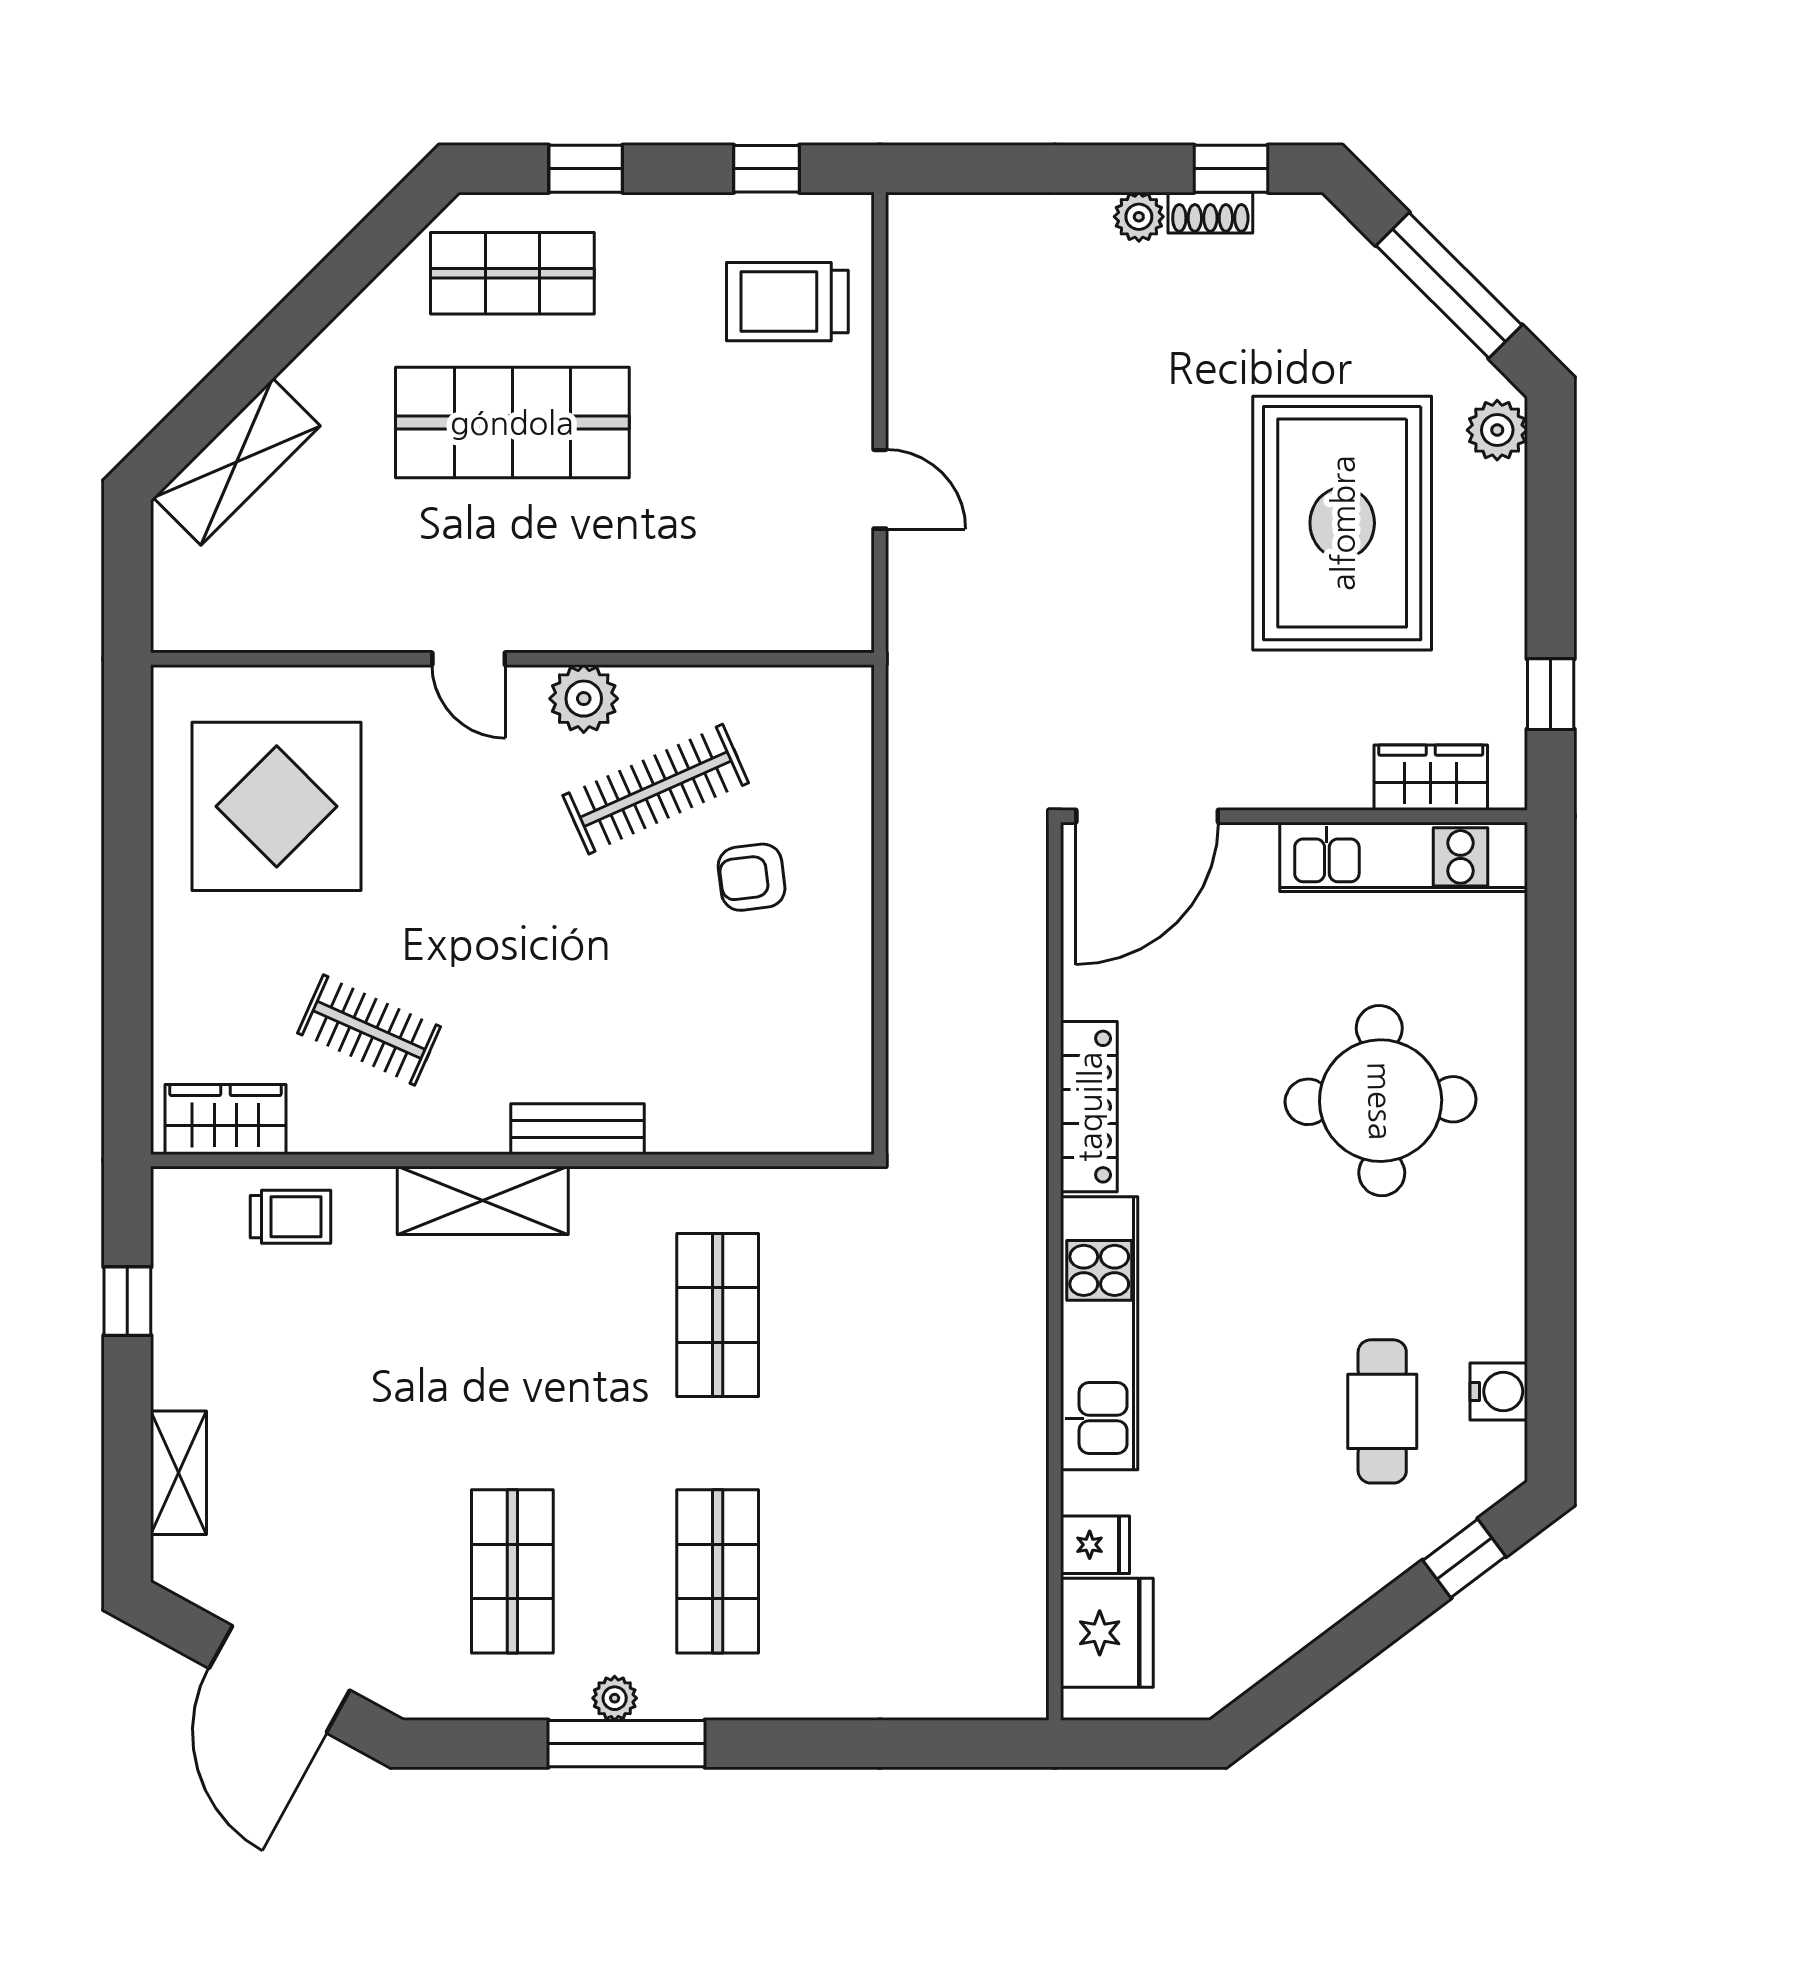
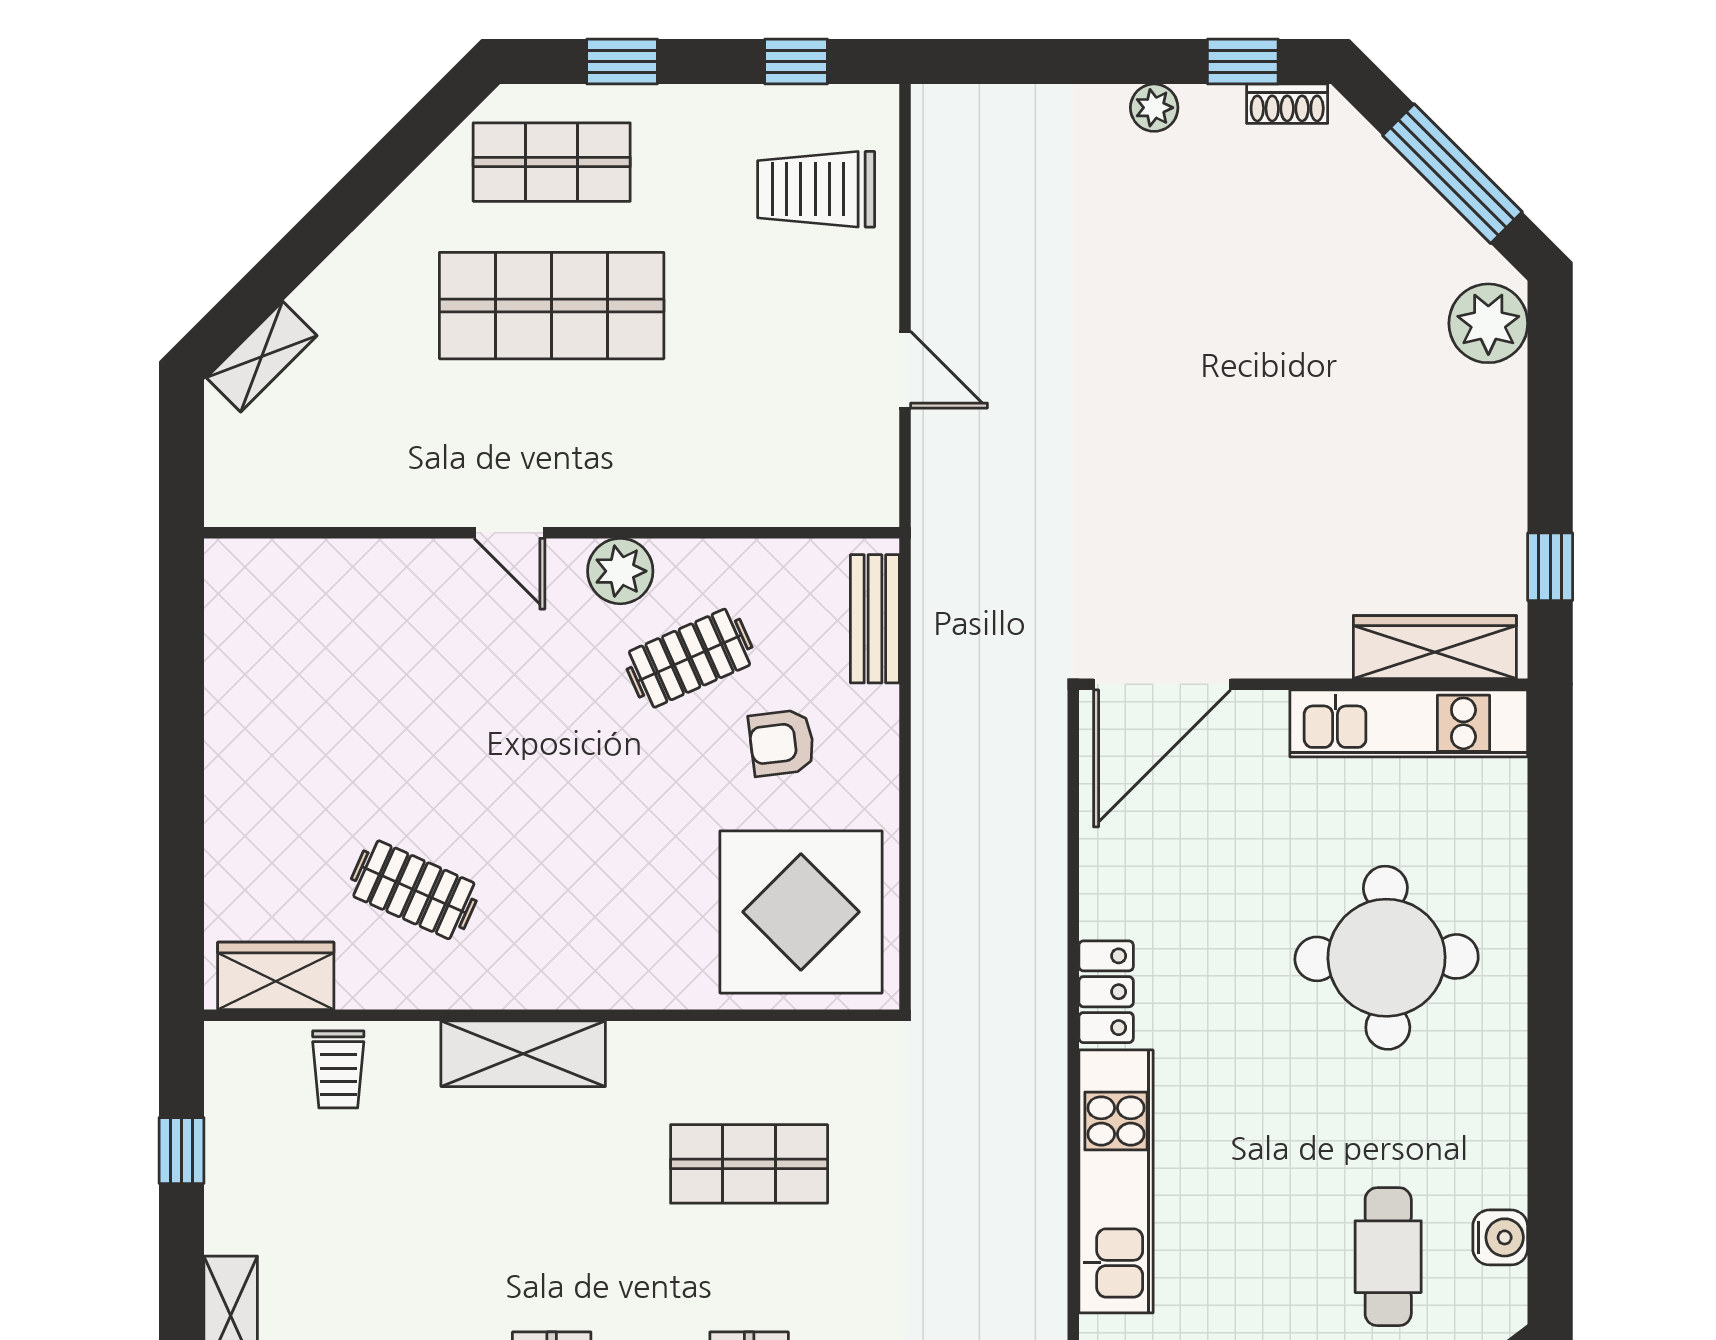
shoe rack: (1210, 213) -> (1287, 104), moved
plant: (1497, 430) -> (1488, 323), width x1.36, depth x1.36
shelving: (237, 462) -> (262, 357), width x0.67, depth x0.75
rug: (1342, 523) -> (1350, 402), removed
wardrobe: (1431, 778) -> (1435, 647), width x1.50
clothes rail: (656, 789) -> (690, 658), width x0.73
display table: (277, 806) -> (801, 912), moved
locker: (1089, 1107) -> (1106, 992), width x0.66
bench: (578, 1129) -> (875, 619), moved, turned 90
trolley: (290, 1217) -> (338, 1069), turned 90
shop shelf: (718, 1315) -> (749, 1164), turned 90

